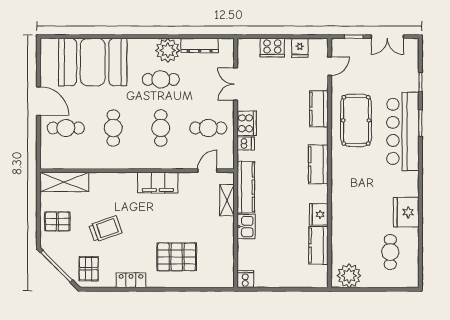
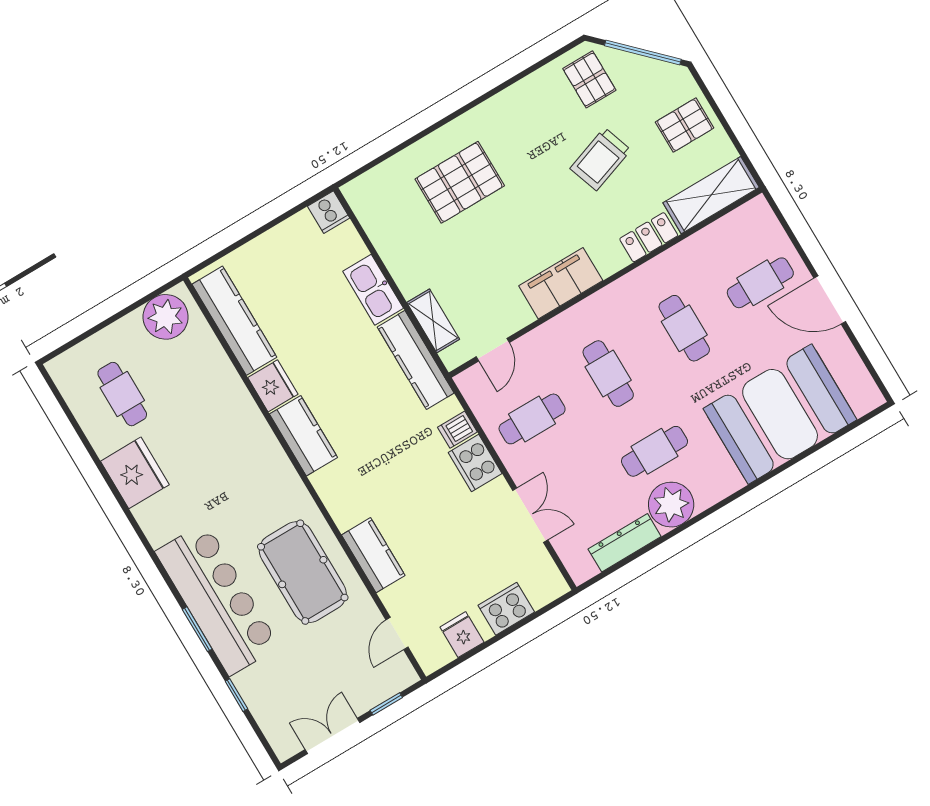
kitchen counter: (318, 164) -> (303, 436), moved
kitchen sink: (246, 227) -> (373, 290), width x1.38
kitchen counter: (318, 245) -> (234, 321), width x1.50
locker: (131, 280) -> (649, 237), moved, turned 180

